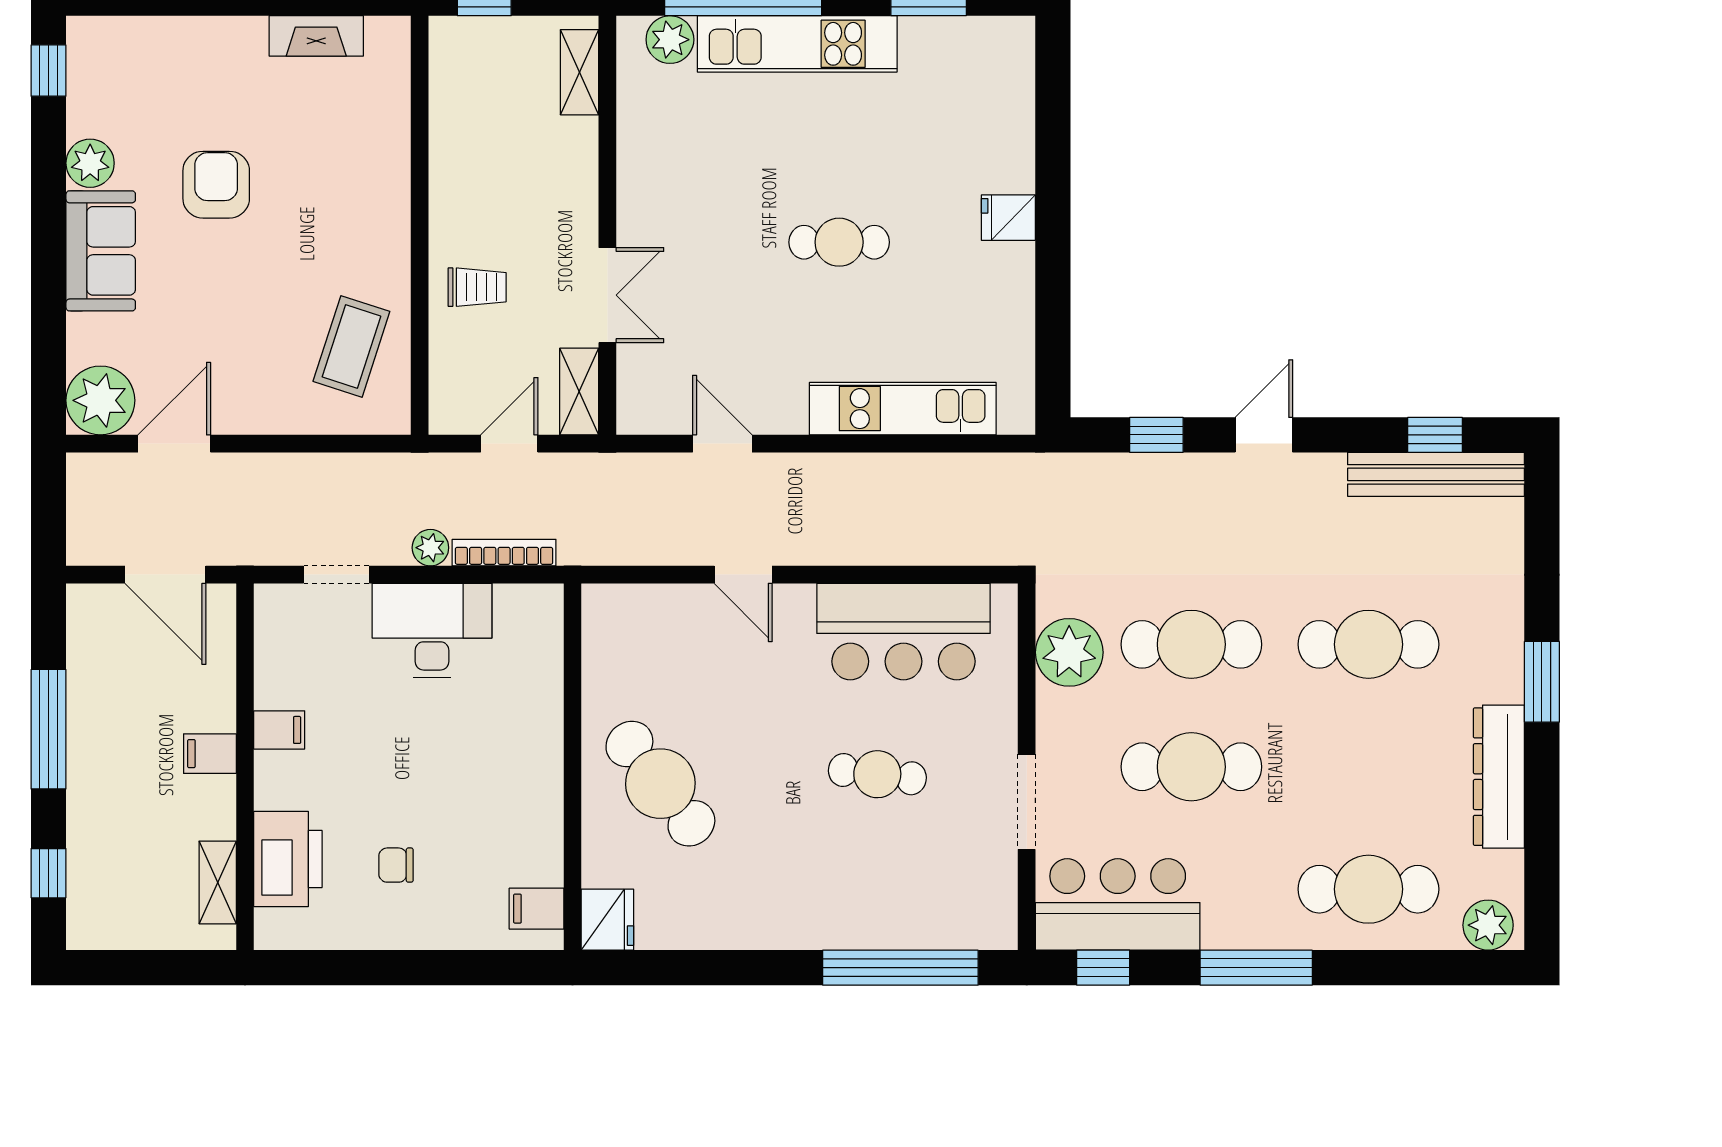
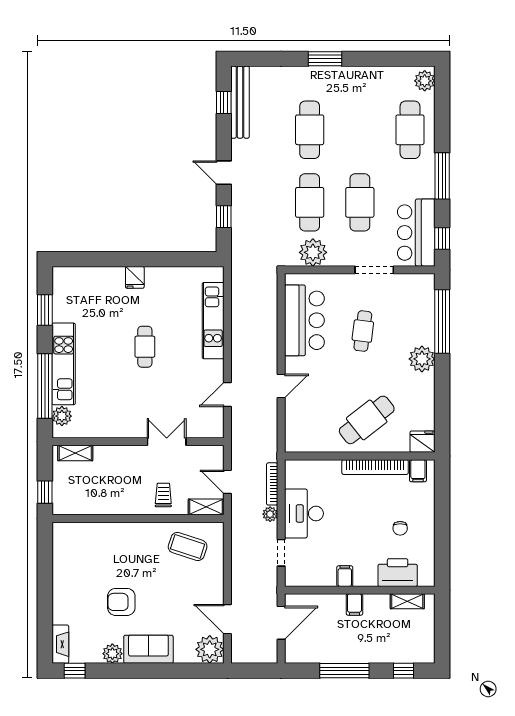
fireplace: (316, 36) -> (60, 644), moved
shelving: (579, 392) -> (206, 507), moved
dresser: (1499, 777) -> (364, 76), removed
bookcase: (545, 804) -> (375, 467), added
plant: (809, 918) -> (422, 359), added

